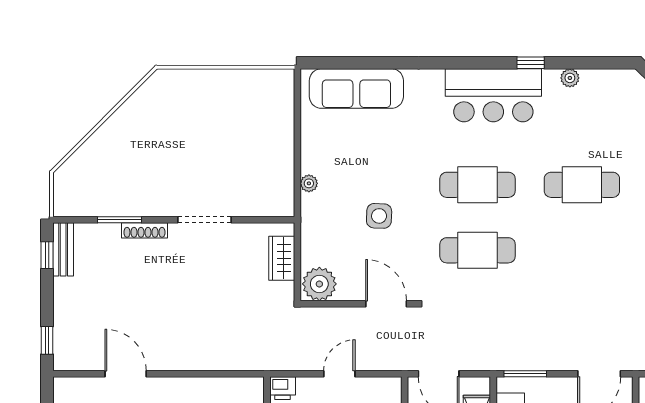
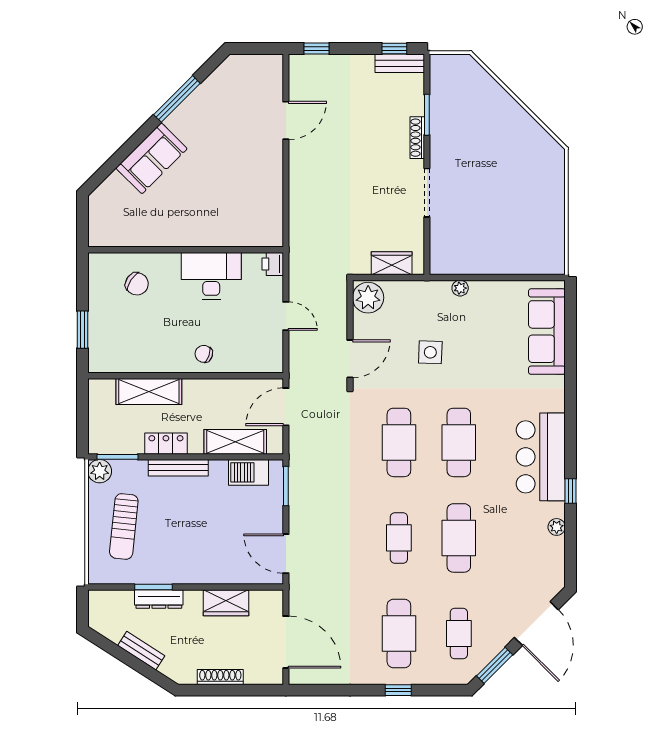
cafe table: (582, 250) -> (399, 538), added

